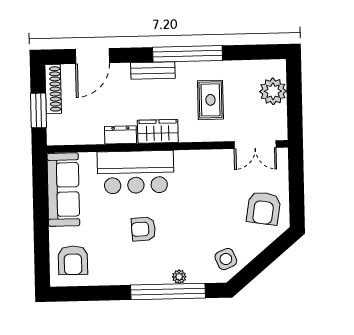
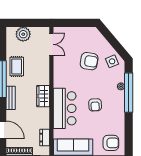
rug: (210, 100) -> (17, 67), moved, turned 90
dresser: (121, 135) -> (45, 138), moved
armchair: (264, 208) -> (89, 61), moved

